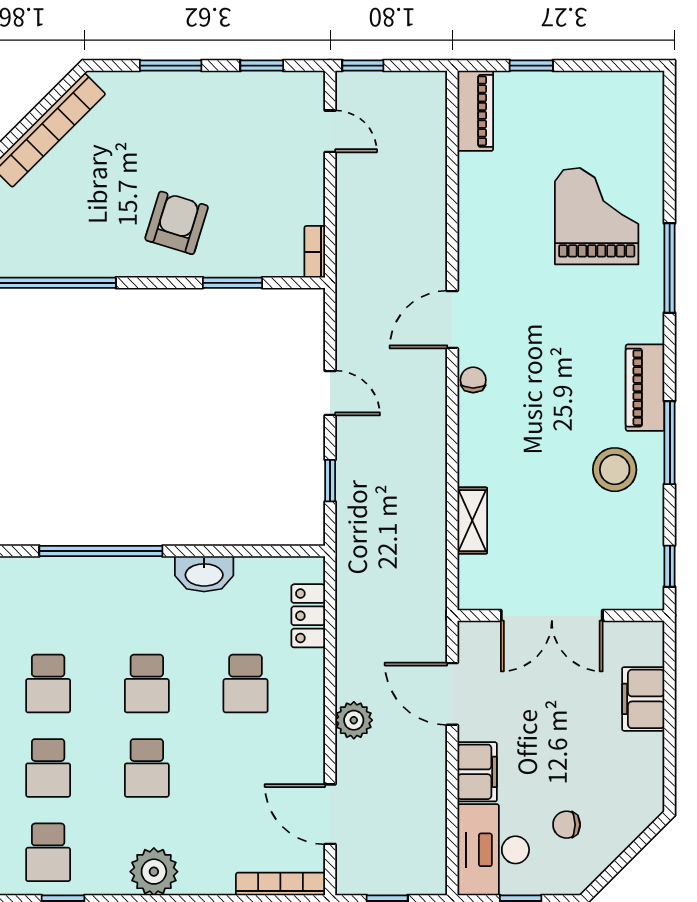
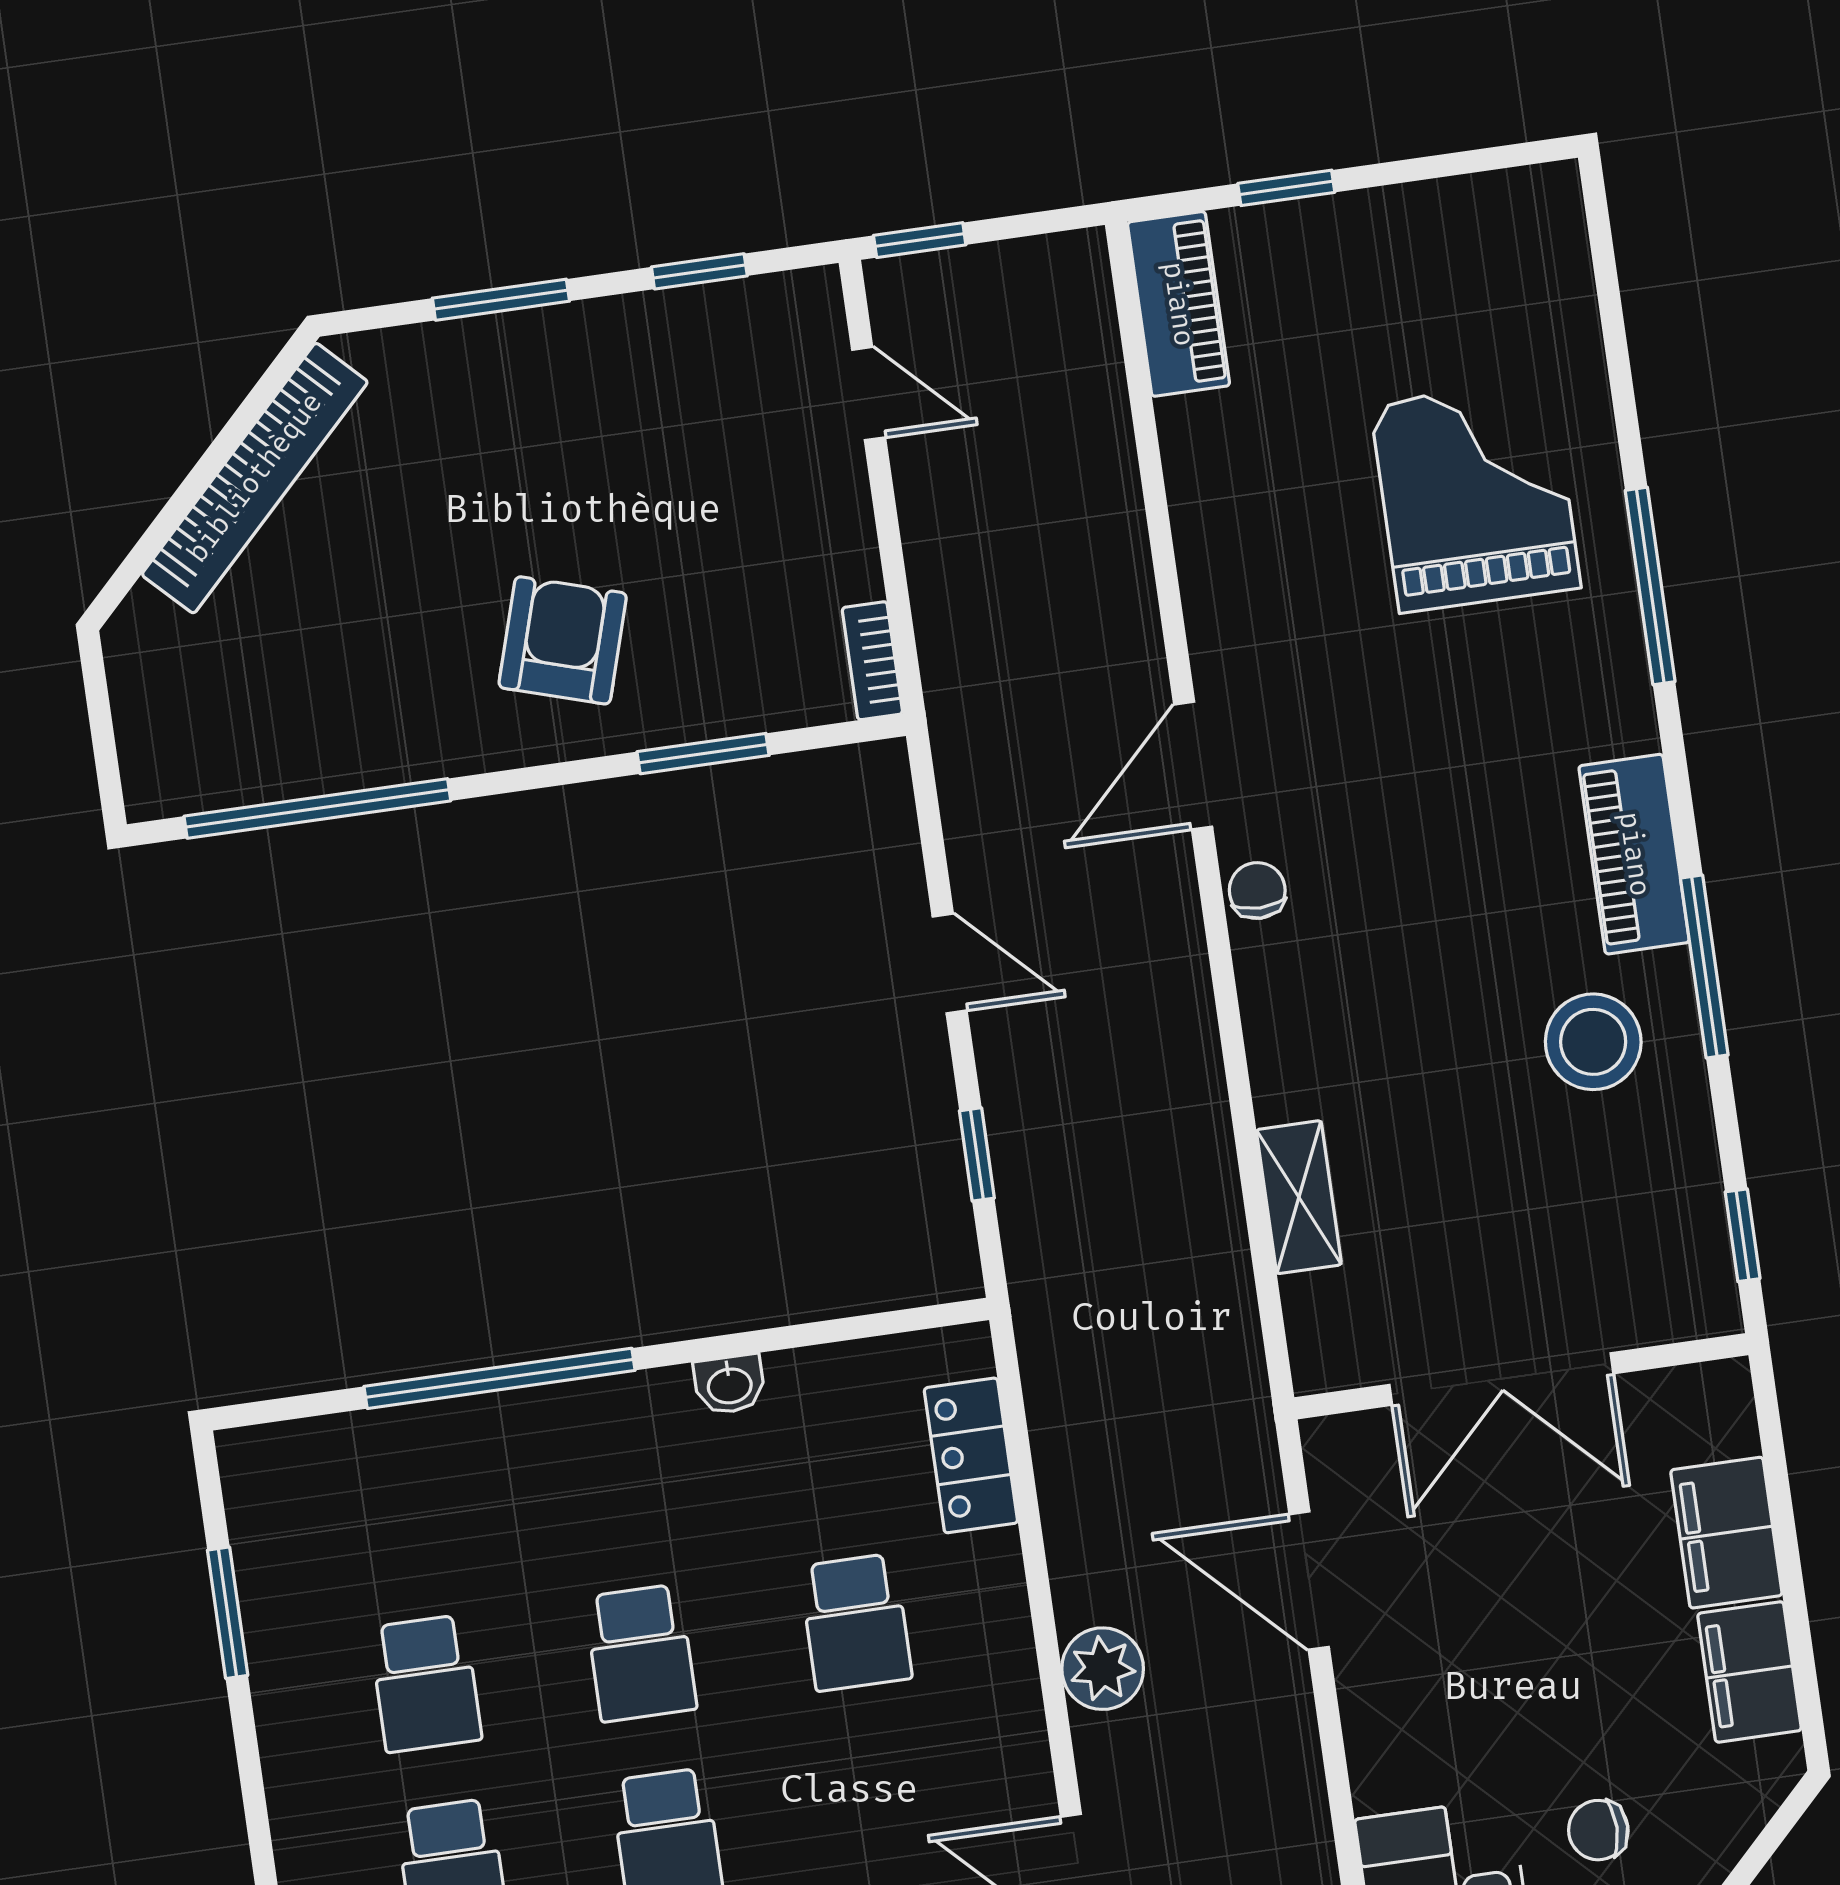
washbasin: (204, 574) -> (730, 1384), width x0.52, depth x0.69
filing cabinet: (477, 772) -> (1749, 1672), moved, turned 180

